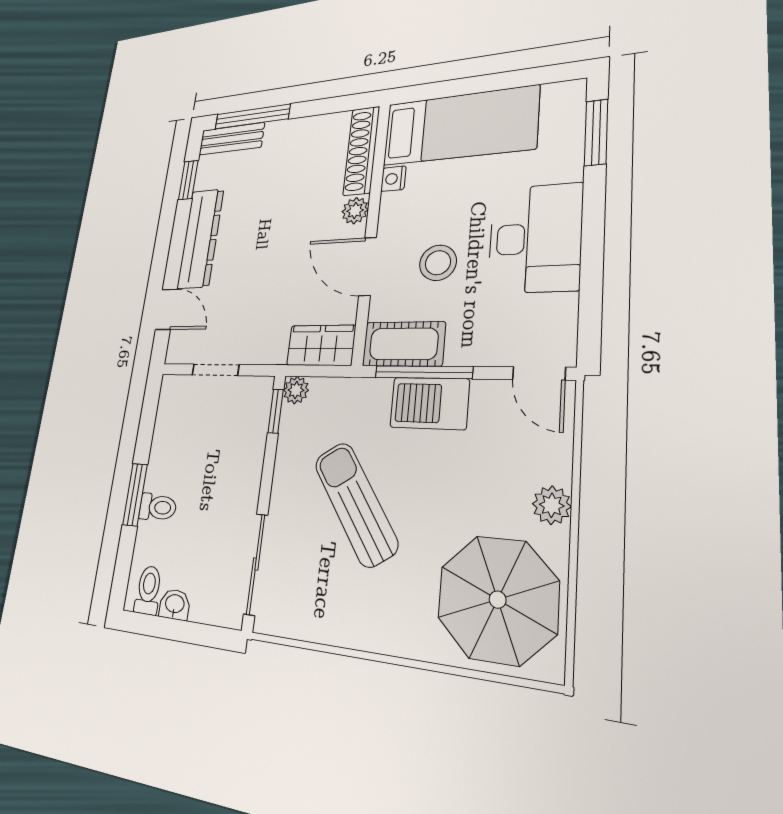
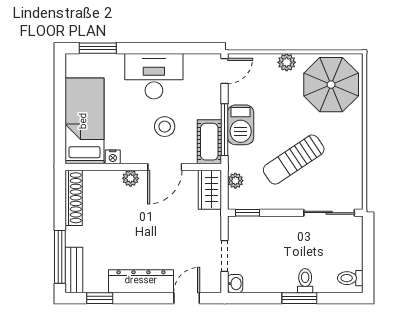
shoe rack: (361, 151) -> (74, 198), moved, turned -90
plant: (296, 390) -> (235, 181), moved
washbasin: (175, 604) -> (235, 284), moved, turned 180

